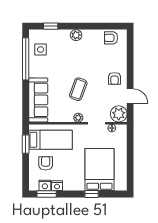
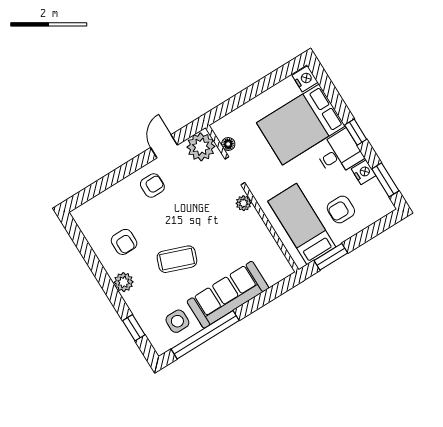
armchair: (111, 38) -> (124, 242), moved
coffee table: (78, 89) -> (177, 259), moved
sofa: (38, 100) -> (228, 295), moved
desk: (74, 179) -> (339, 153), added
nightstand: (45, 185) -> (305, 79), moved
window: (92, 194) -> (356, 132), moved

